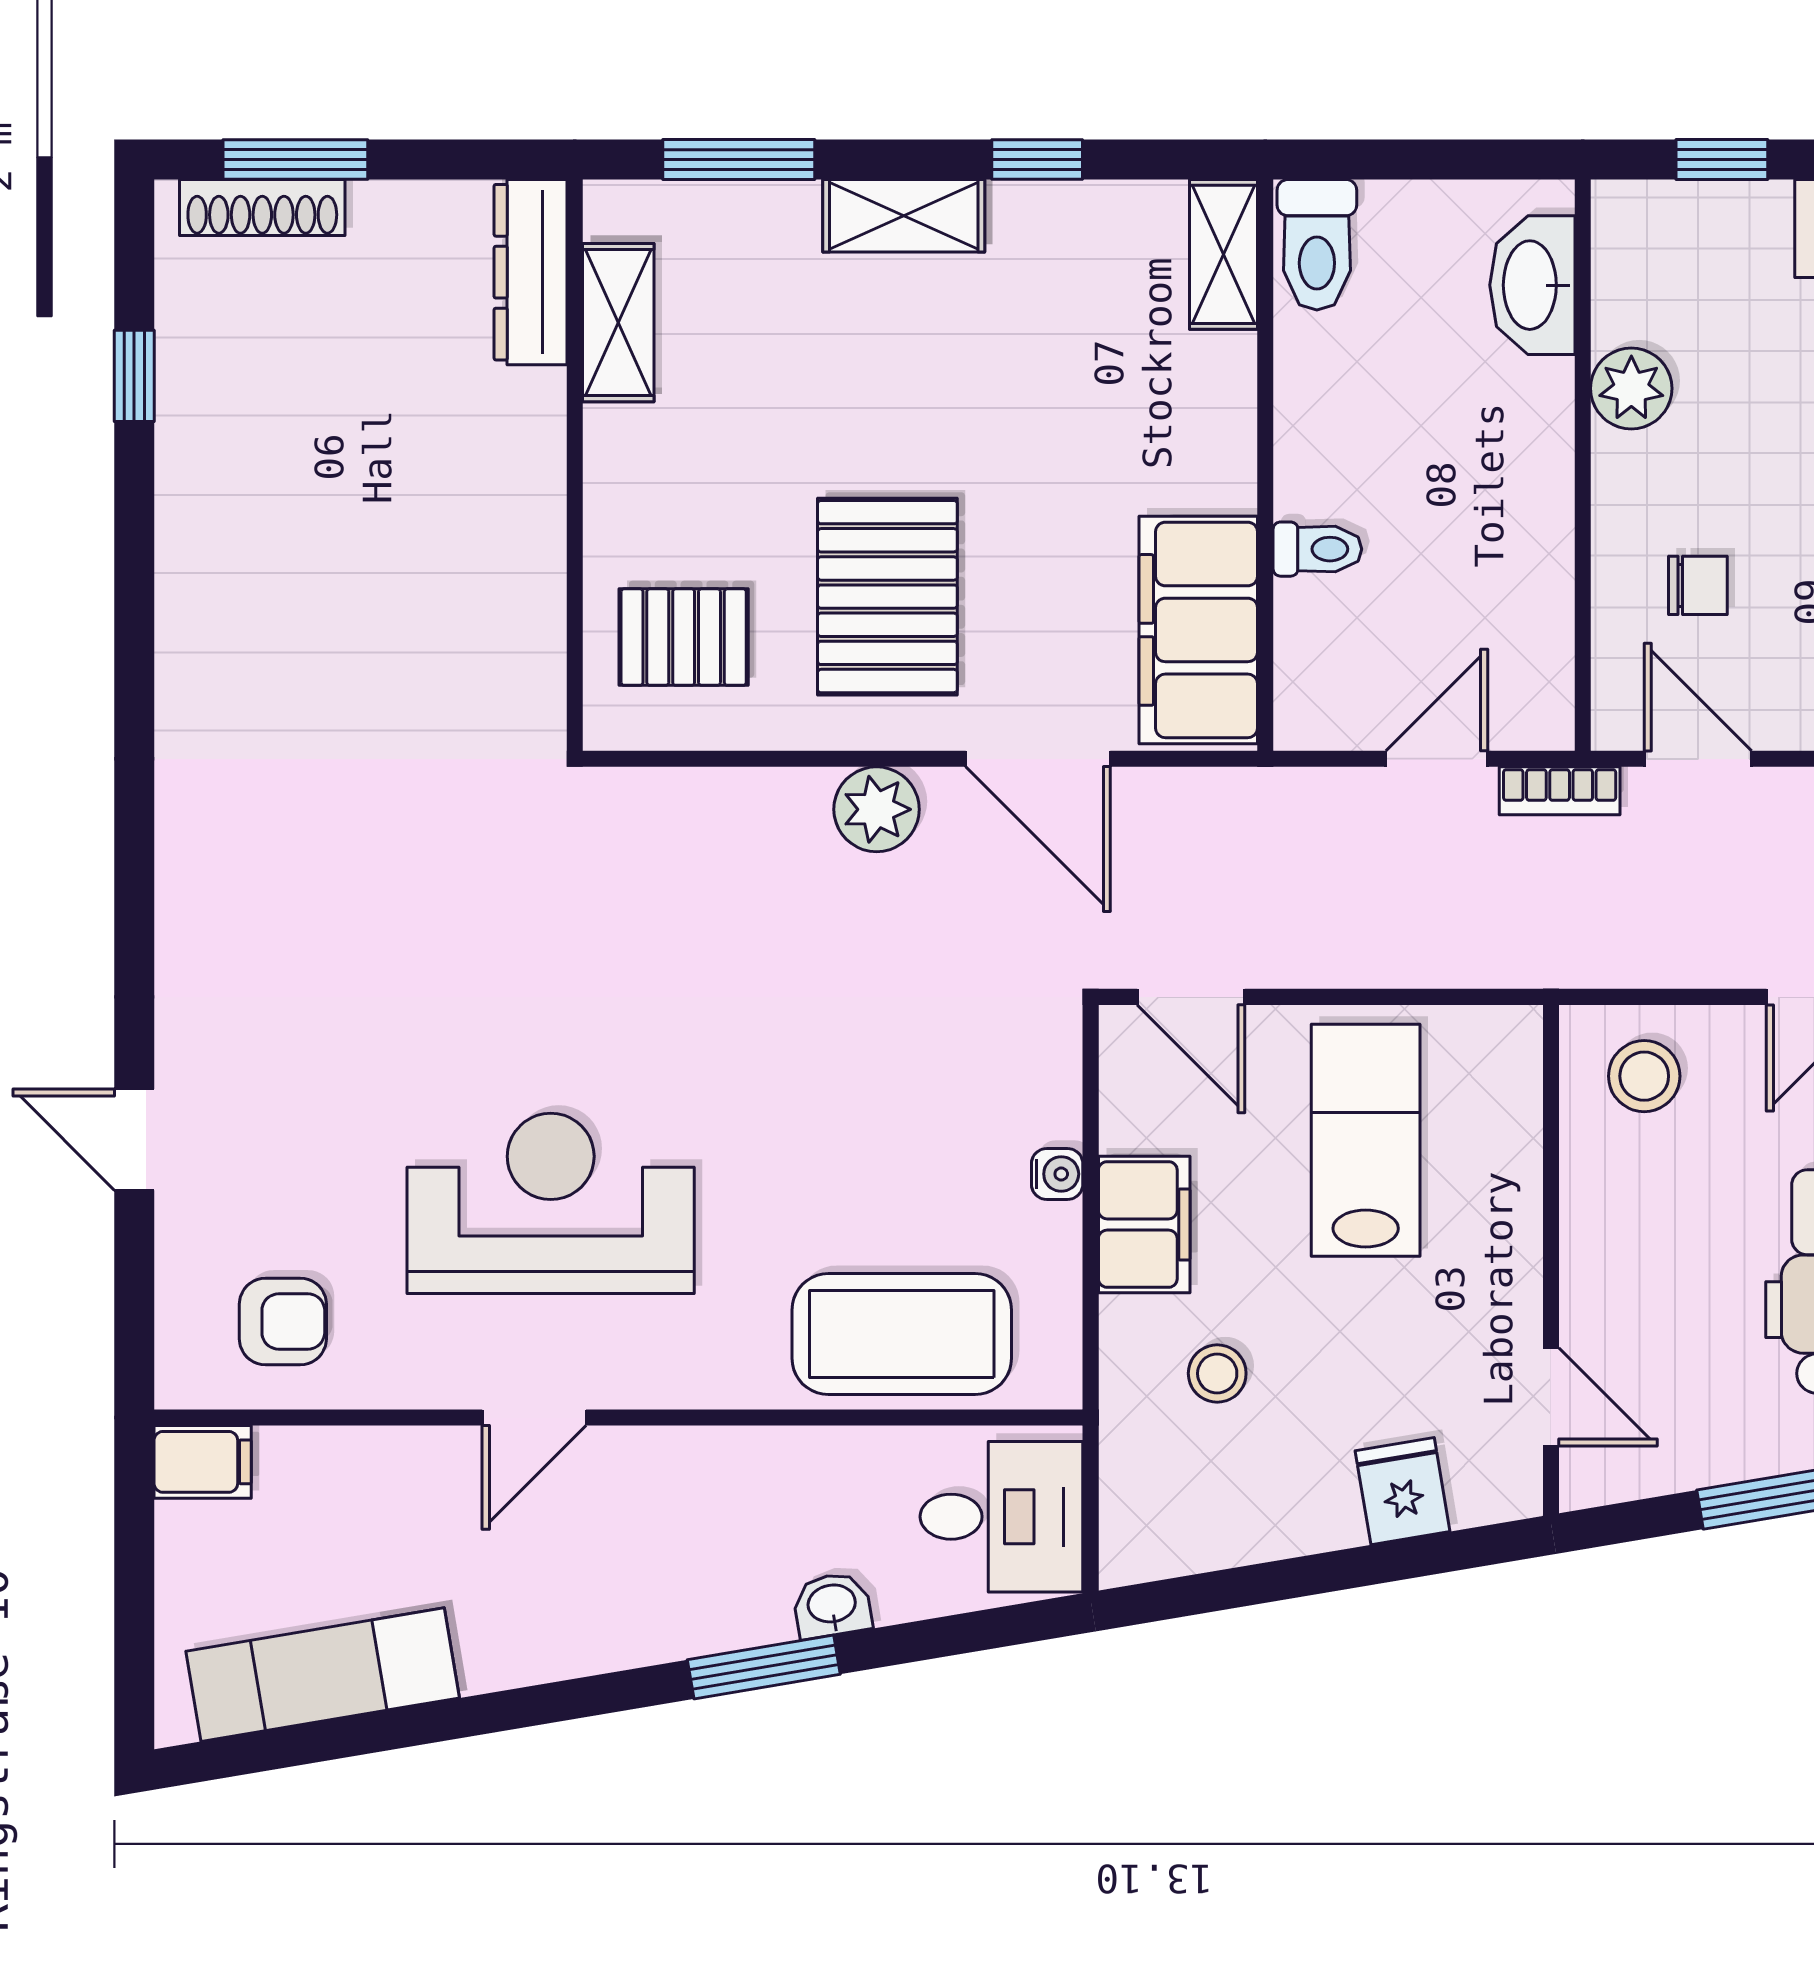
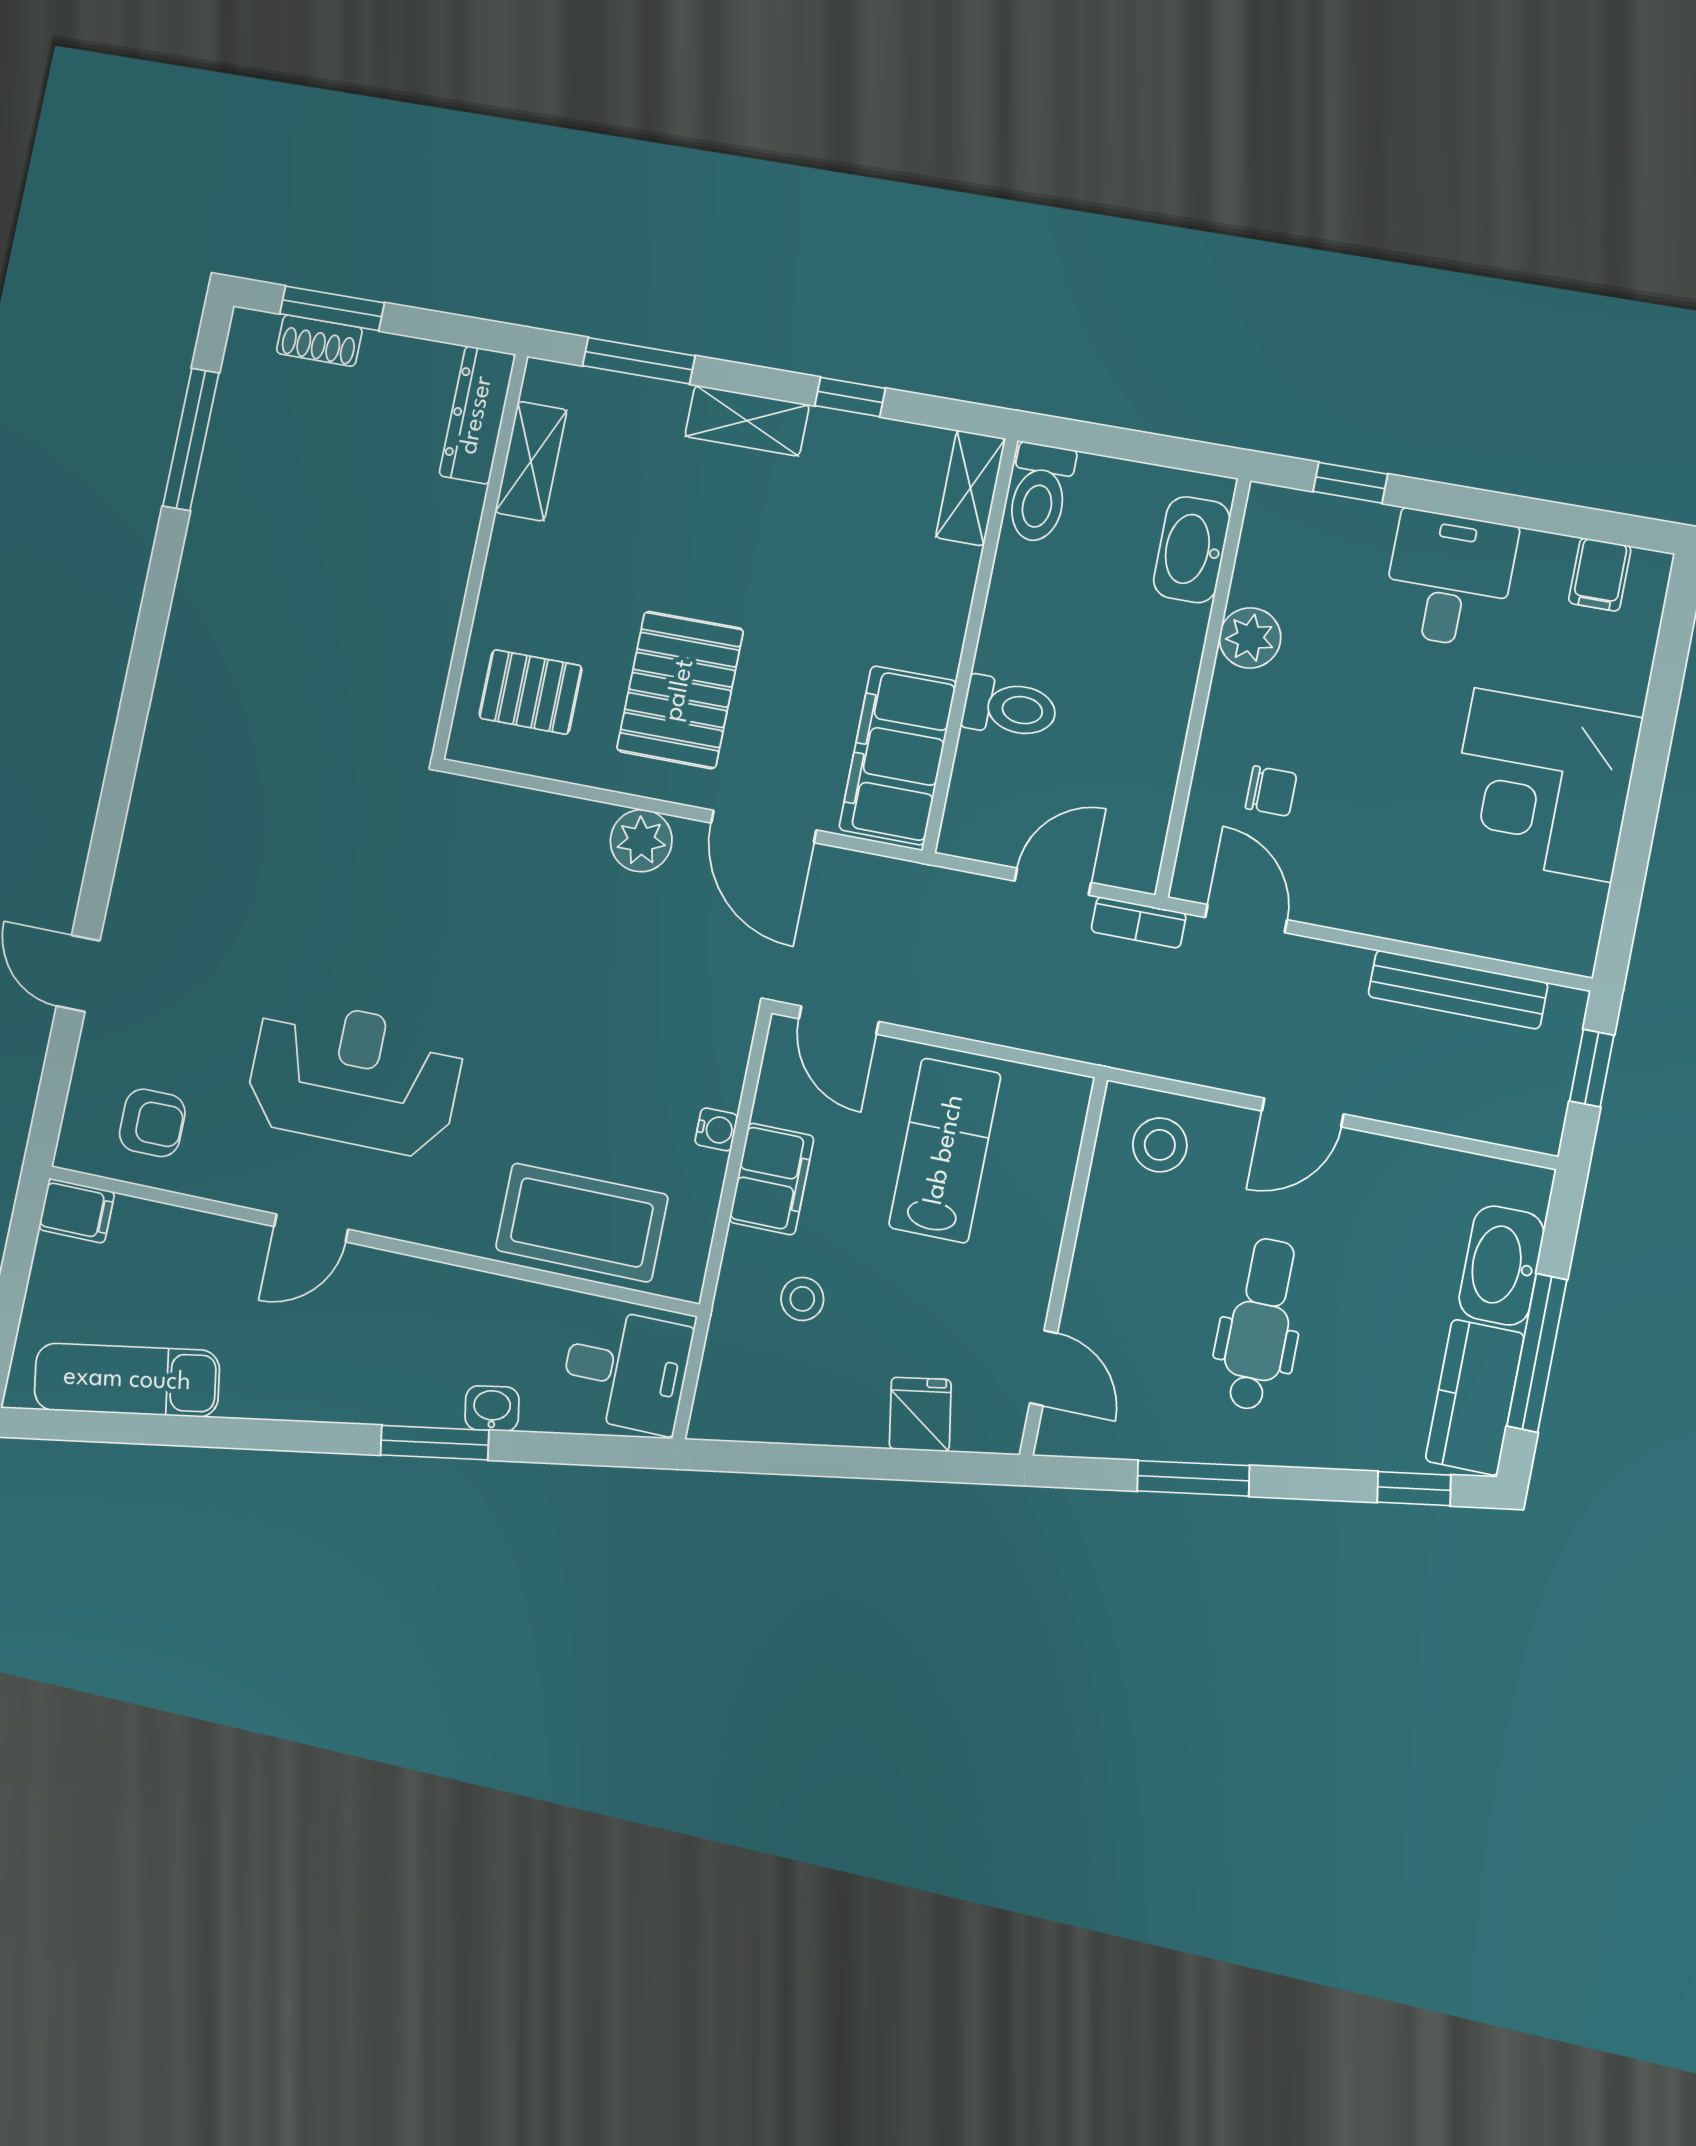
shoe rack: (262, 207) -> (319, 341), width x0.70
window: (134, 376) -> (191, 439), width x2.17
toilet: (1317, 549) -> (1010, 708), width x1.37, depth x1.39

